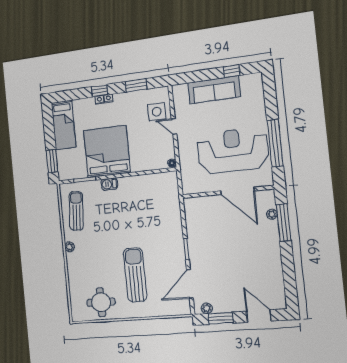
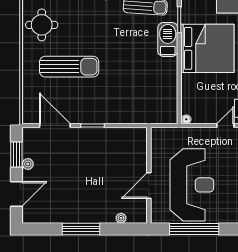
barbecue: (109, 184) -> (168, 39), width x1.88, depth x1.53
door: (237, 191) -> (149, 186), width x0.73
window: (284, 223) -> (81, 229), moved
plant: (207, 308) -> (28, 164), moved

